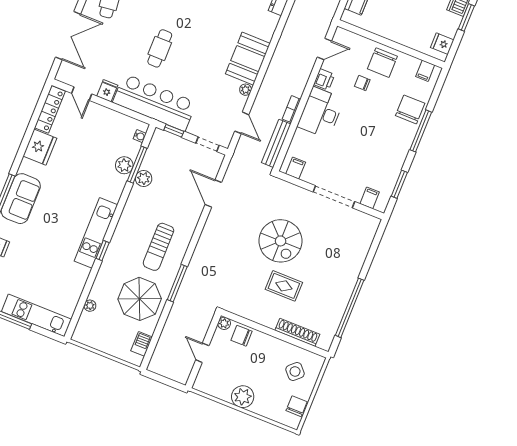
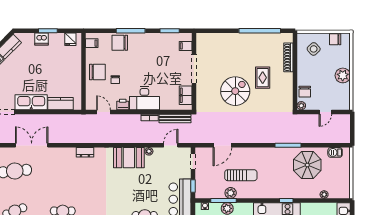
filing cabinet: (296, 168) -> (186, 95), width x2.00
sun lounger: (158, 247) -> (241, 175), moved

